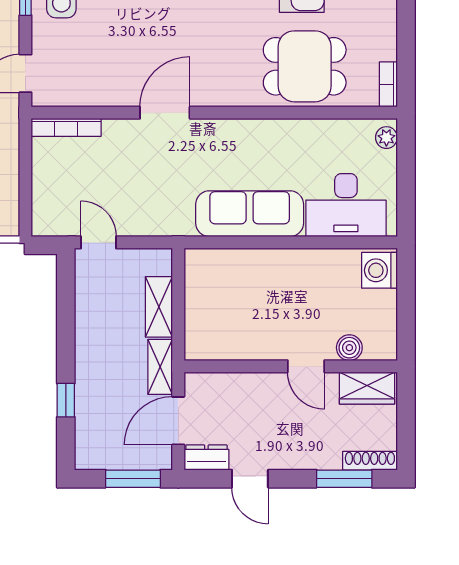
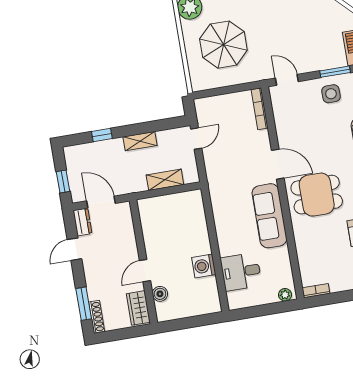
dining table: (305, 66) -> (317, 195), moved, turned 90
desk: (346, 205) -> (241, 272), width x0.73
sofa: (250, 214) -> (269, 216), moved, turned 180
washing machine: (379, 270) -> (204, 266), moved, turned -90
shelving: (160, 367) -> (140, 141), moved
window: (133, 479) -> (63, 182), width x0.67

